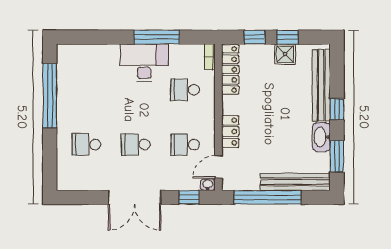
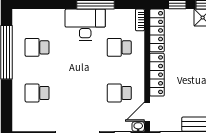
locker: (230, 132) -> (157, 75), width x1.53
school desk: (136, 145) -> (37, 47), moved

